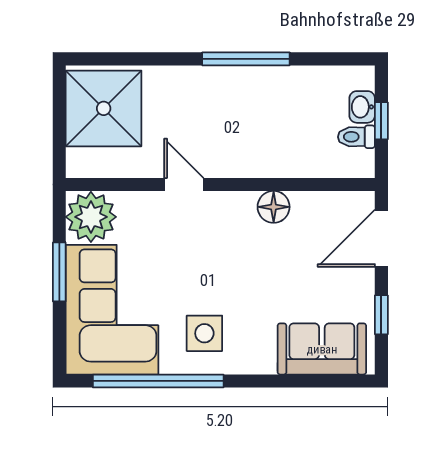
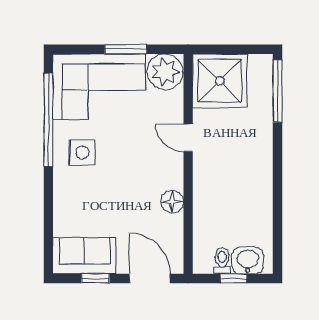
window: (246, 59) -> (278, 91), moved
washbasin: (362, 107) -> (248, 261), width x1.38, depth x1.45
shower: (104, 108) -> (220, 81), moved
door: (184, 184) -> (188, 138), swing flipped
sofa: (322, 349) -> (84, 256), moved, turned -90

